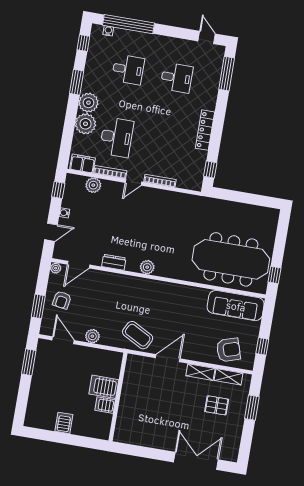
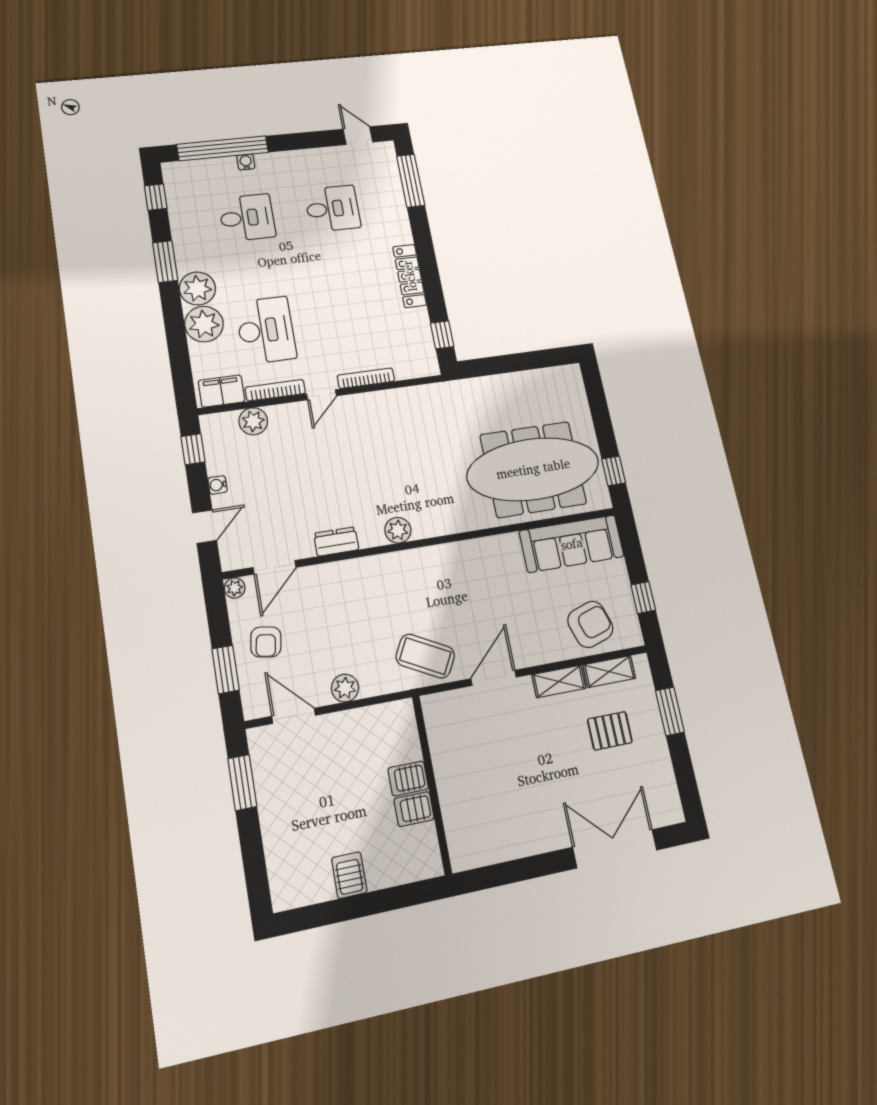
water cooler: (108, 31) -> (246, 162), moved
server rack: (104, 387) -> (408, 778), width x0.73, depth x0.70

